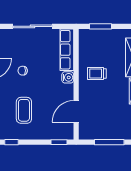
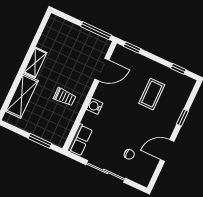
row of seats: (67, 50) -> (80, 140), width x0.68
chair: (23, 71) -> (129, 154), moved
window: (109, 142) -> (96, 31), moved

